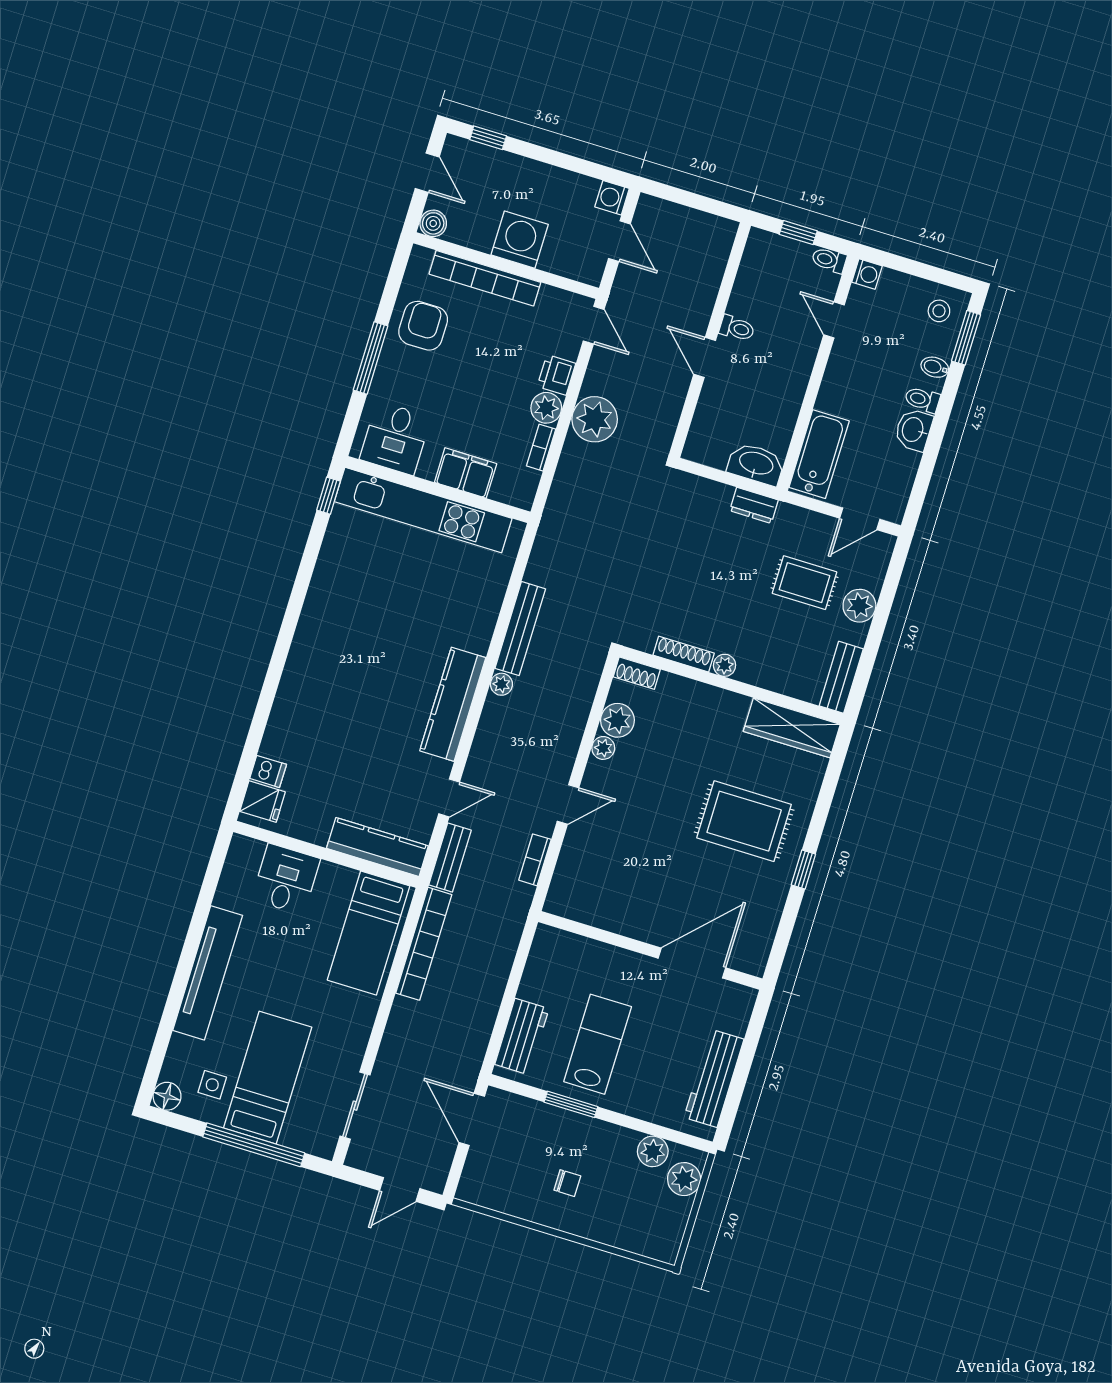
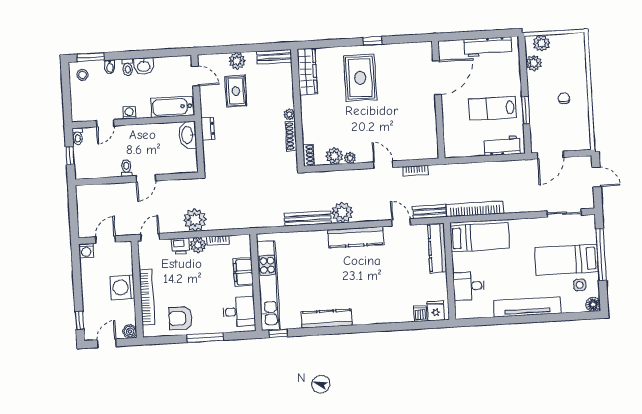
washing machine: (867, 274) -> (129, 113), moved
kitchen counter: (323, 596) -> (327, 319), added
plant: (501, 684) -> (342, 212), width x1.87, depth x1.87
door: (692, 963) -> (437, 78), swing flipped

